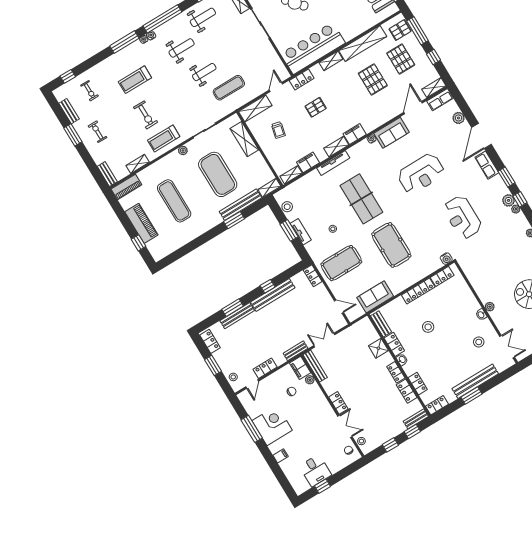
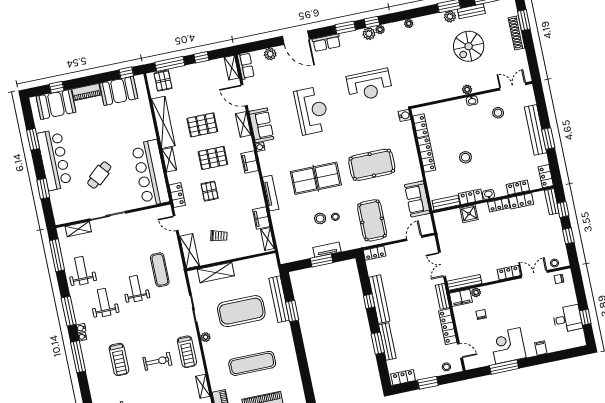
window: (162, 19) -> (69, 311), width x0.68
pallet: (401, 59) -> (213, 158), moved
shelving: (336, 147) -> (243, 124), moved
shelving: (269, 188) -> (273, 265), removed
stool: (287, 207) -> (320, 219), moved
locker: (265, 368) -> (448, 327), width x1.53

